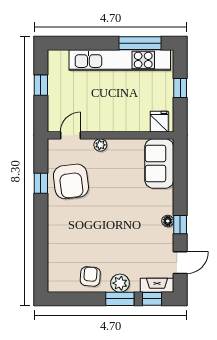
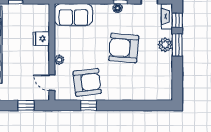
window: (41, 85) -> (26, 105), moved
fridge: (159, 122) -> (41, 39), moved
armchair: (90, 276) -> (124, 48), moved, width x1.88, depth x1.88

